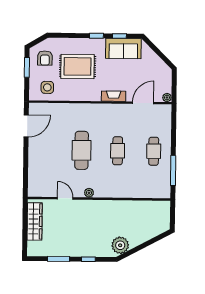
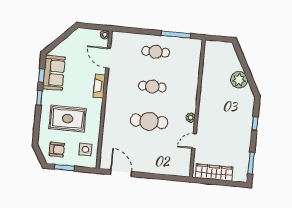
rug: (78, 66) -> (68, 119), turned 90
plant: (120, 245) -> (239, 80), moved
window: (59, 259) -> (251, 163), moved

